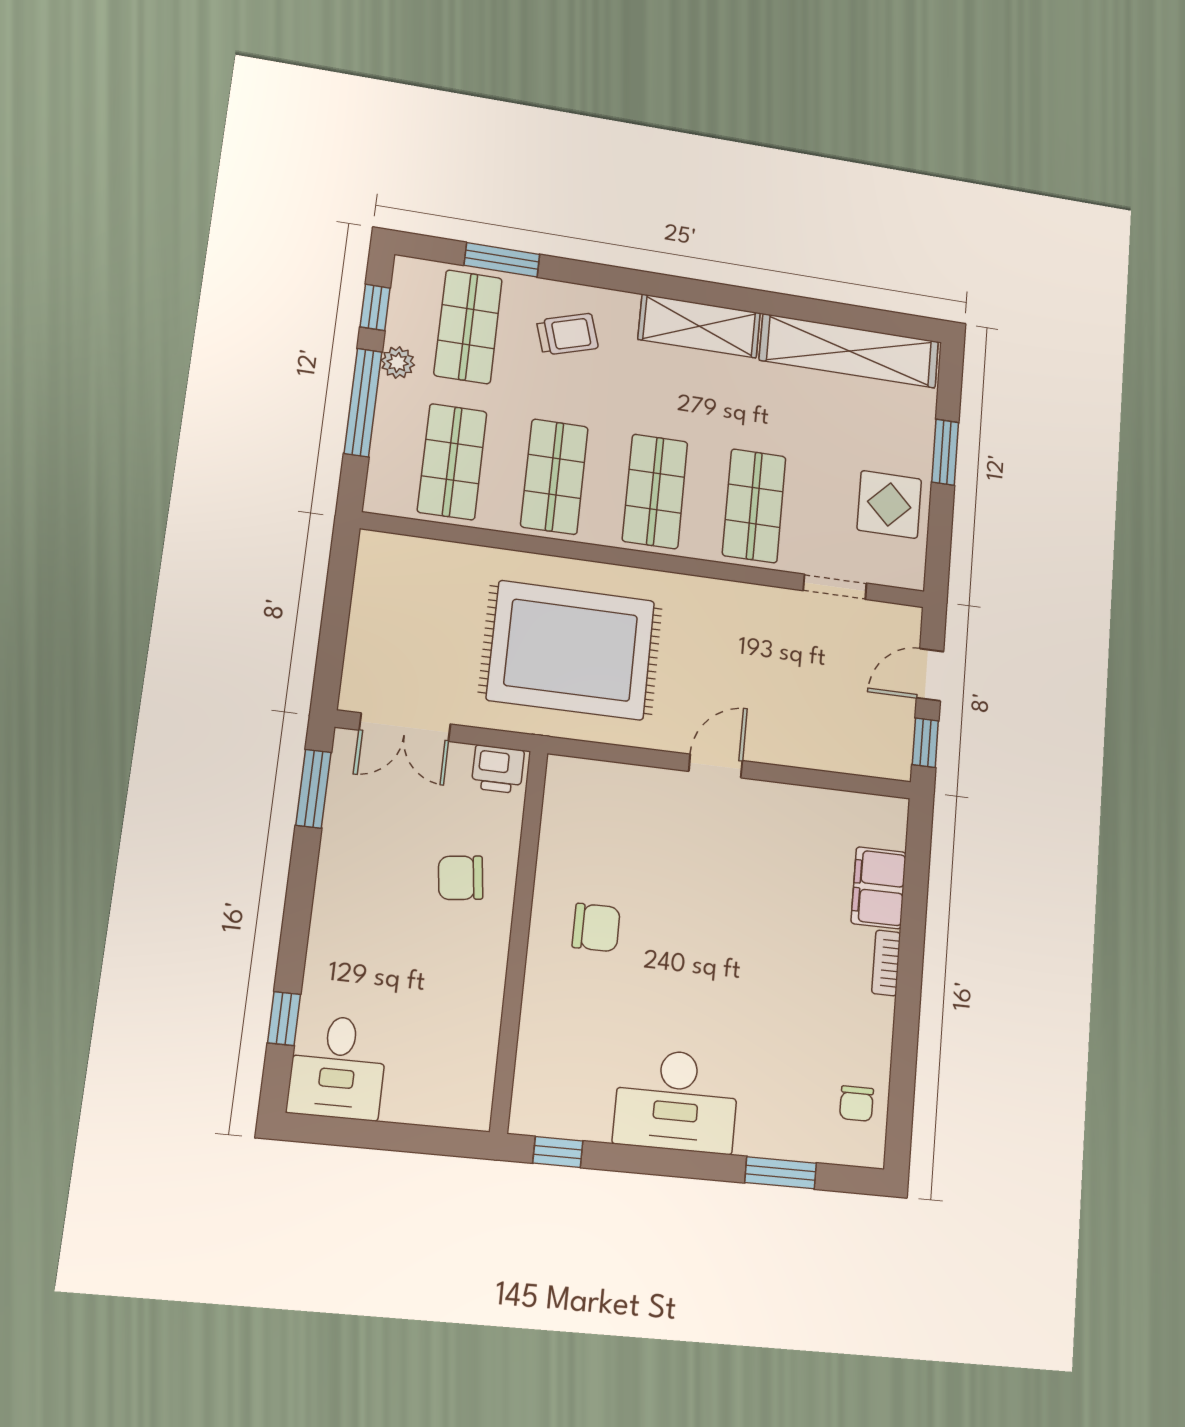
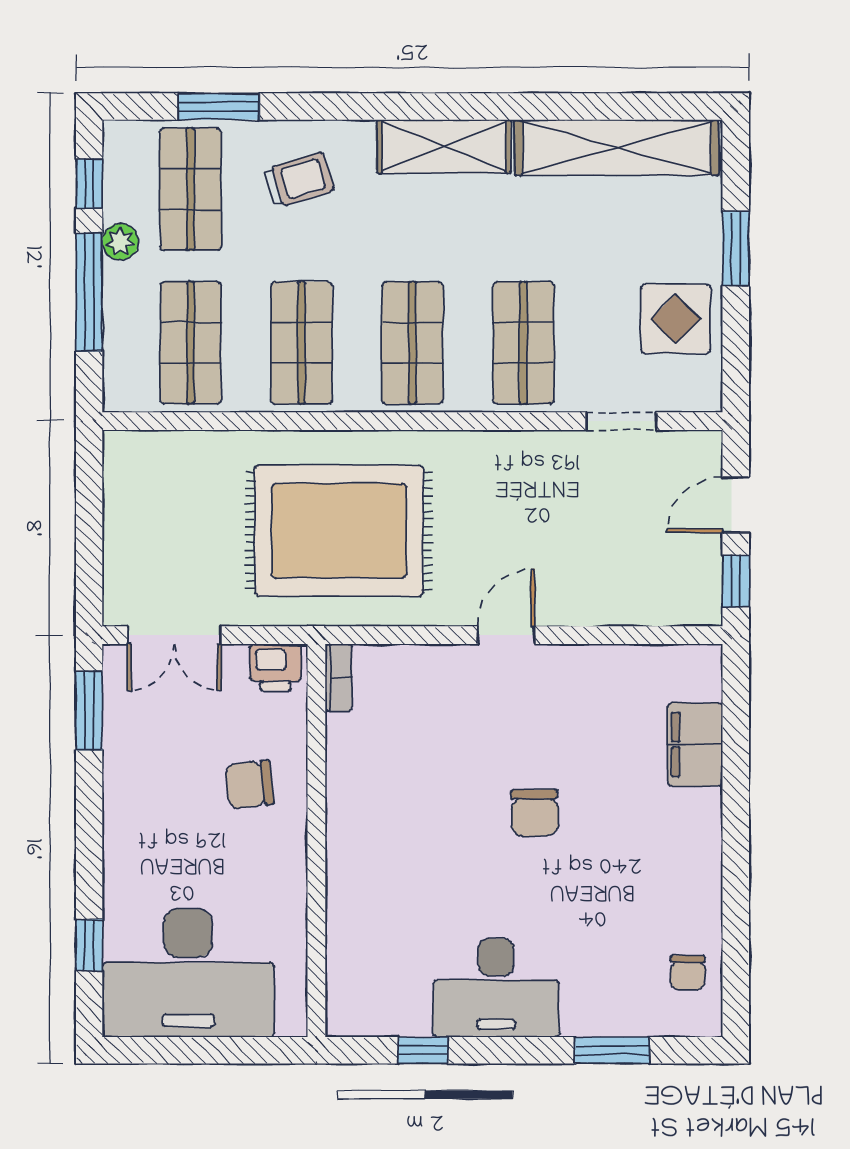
chair: (596, 928) -> (535, 813), moved, turned 89
bookcase: (886, 963) -> (339, 678), moved, turned 180
desk: (338, 1067) -> (188, 973), width x1.87, depth x1.30
window: (558, 1152) -> (423, 1050), moved

